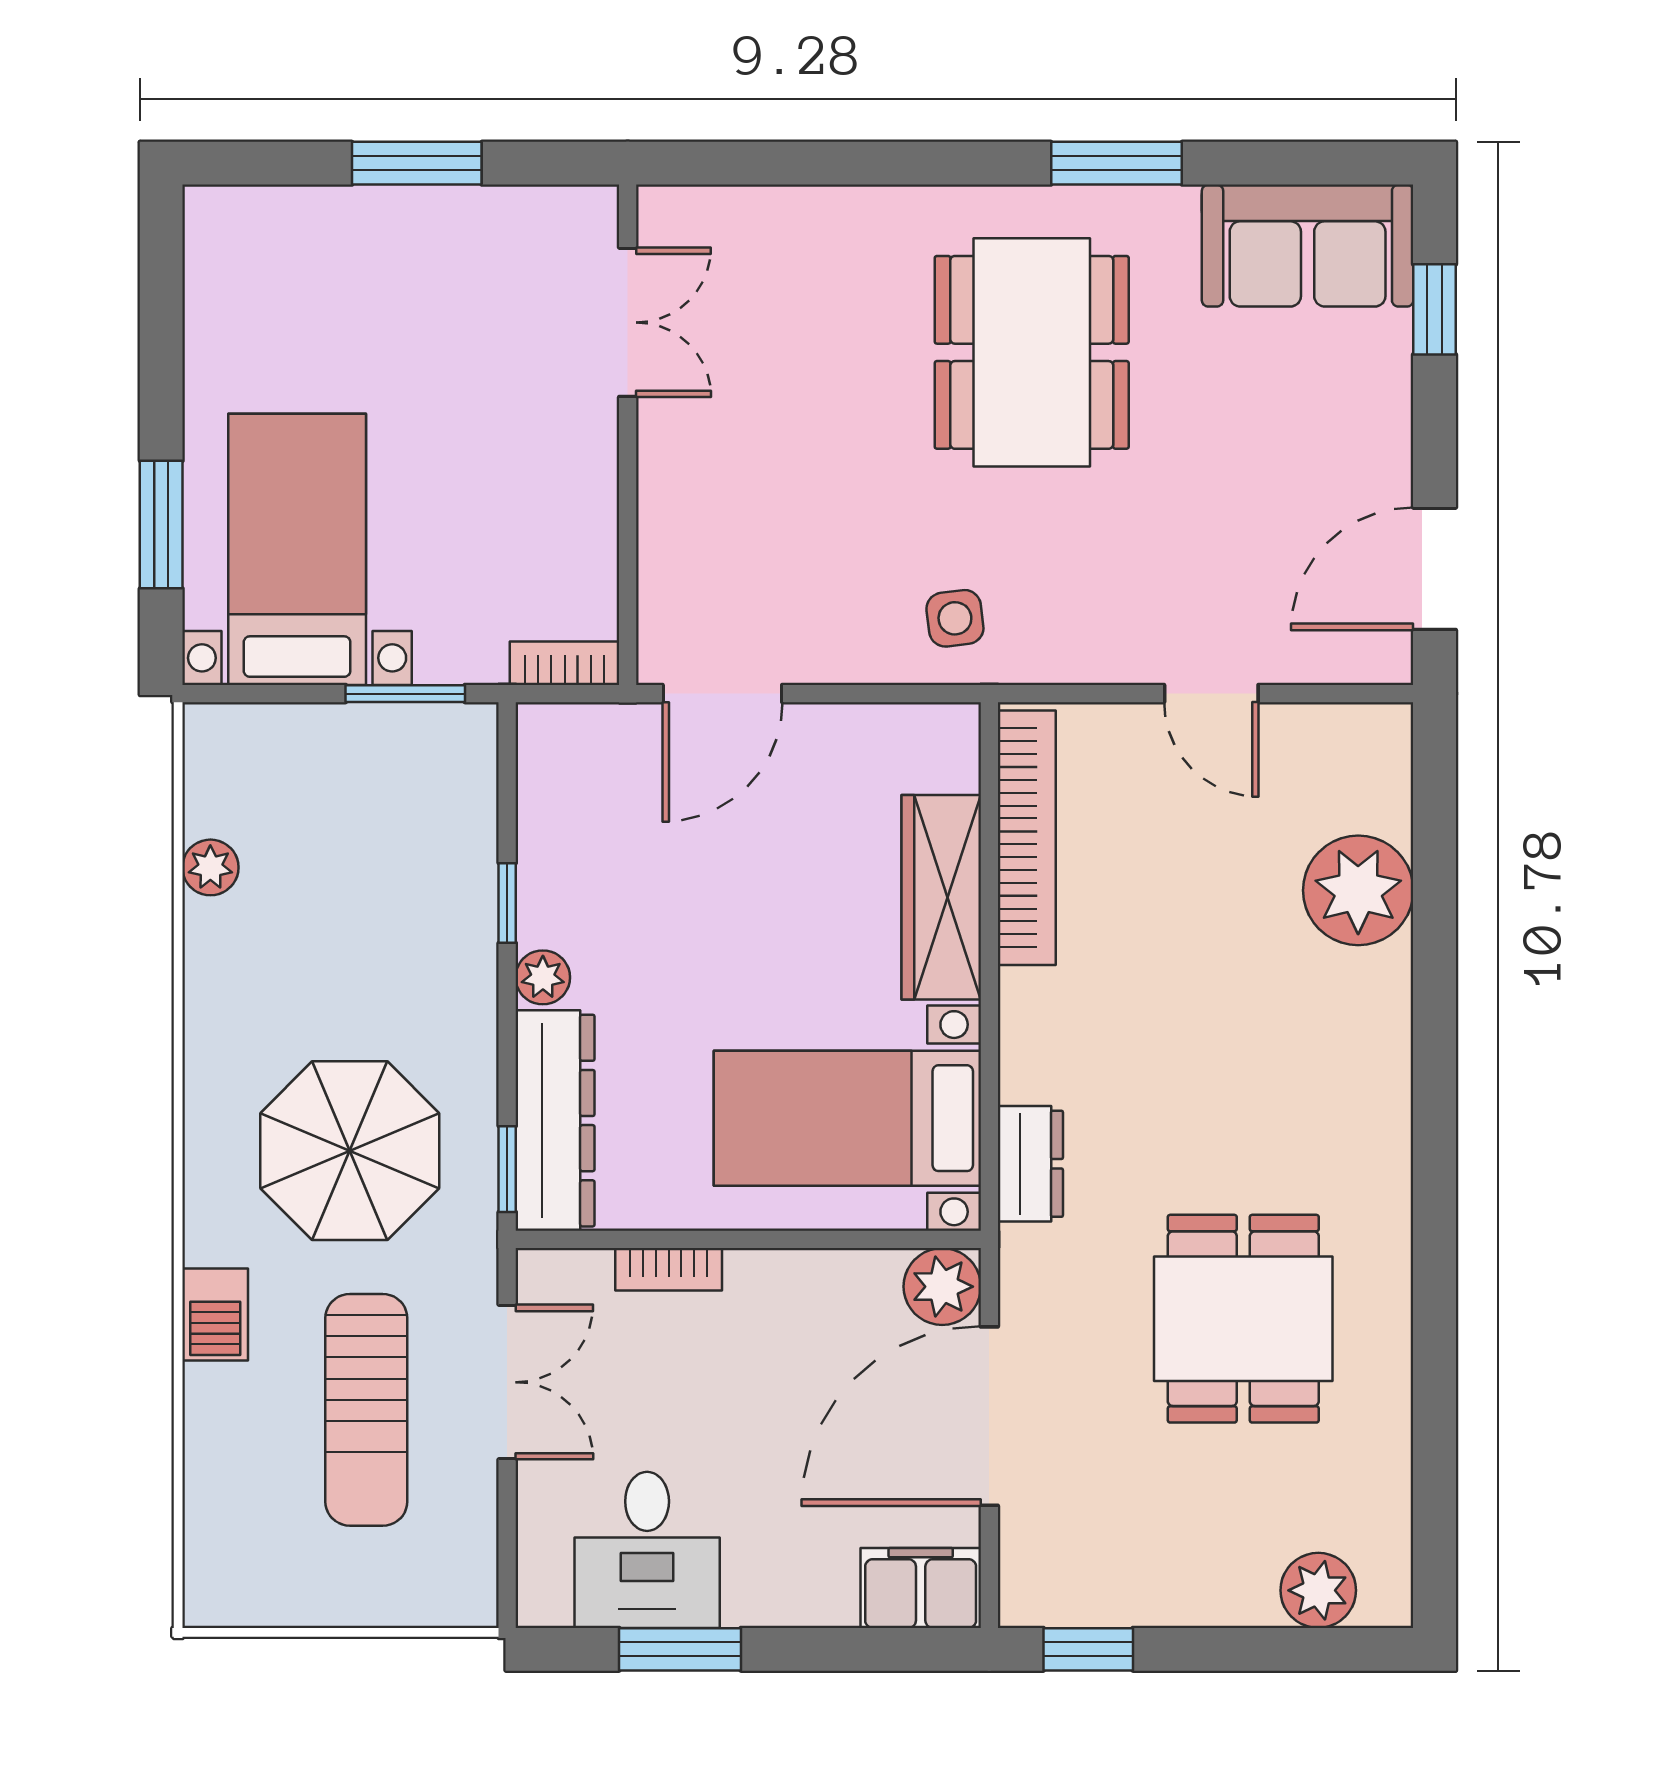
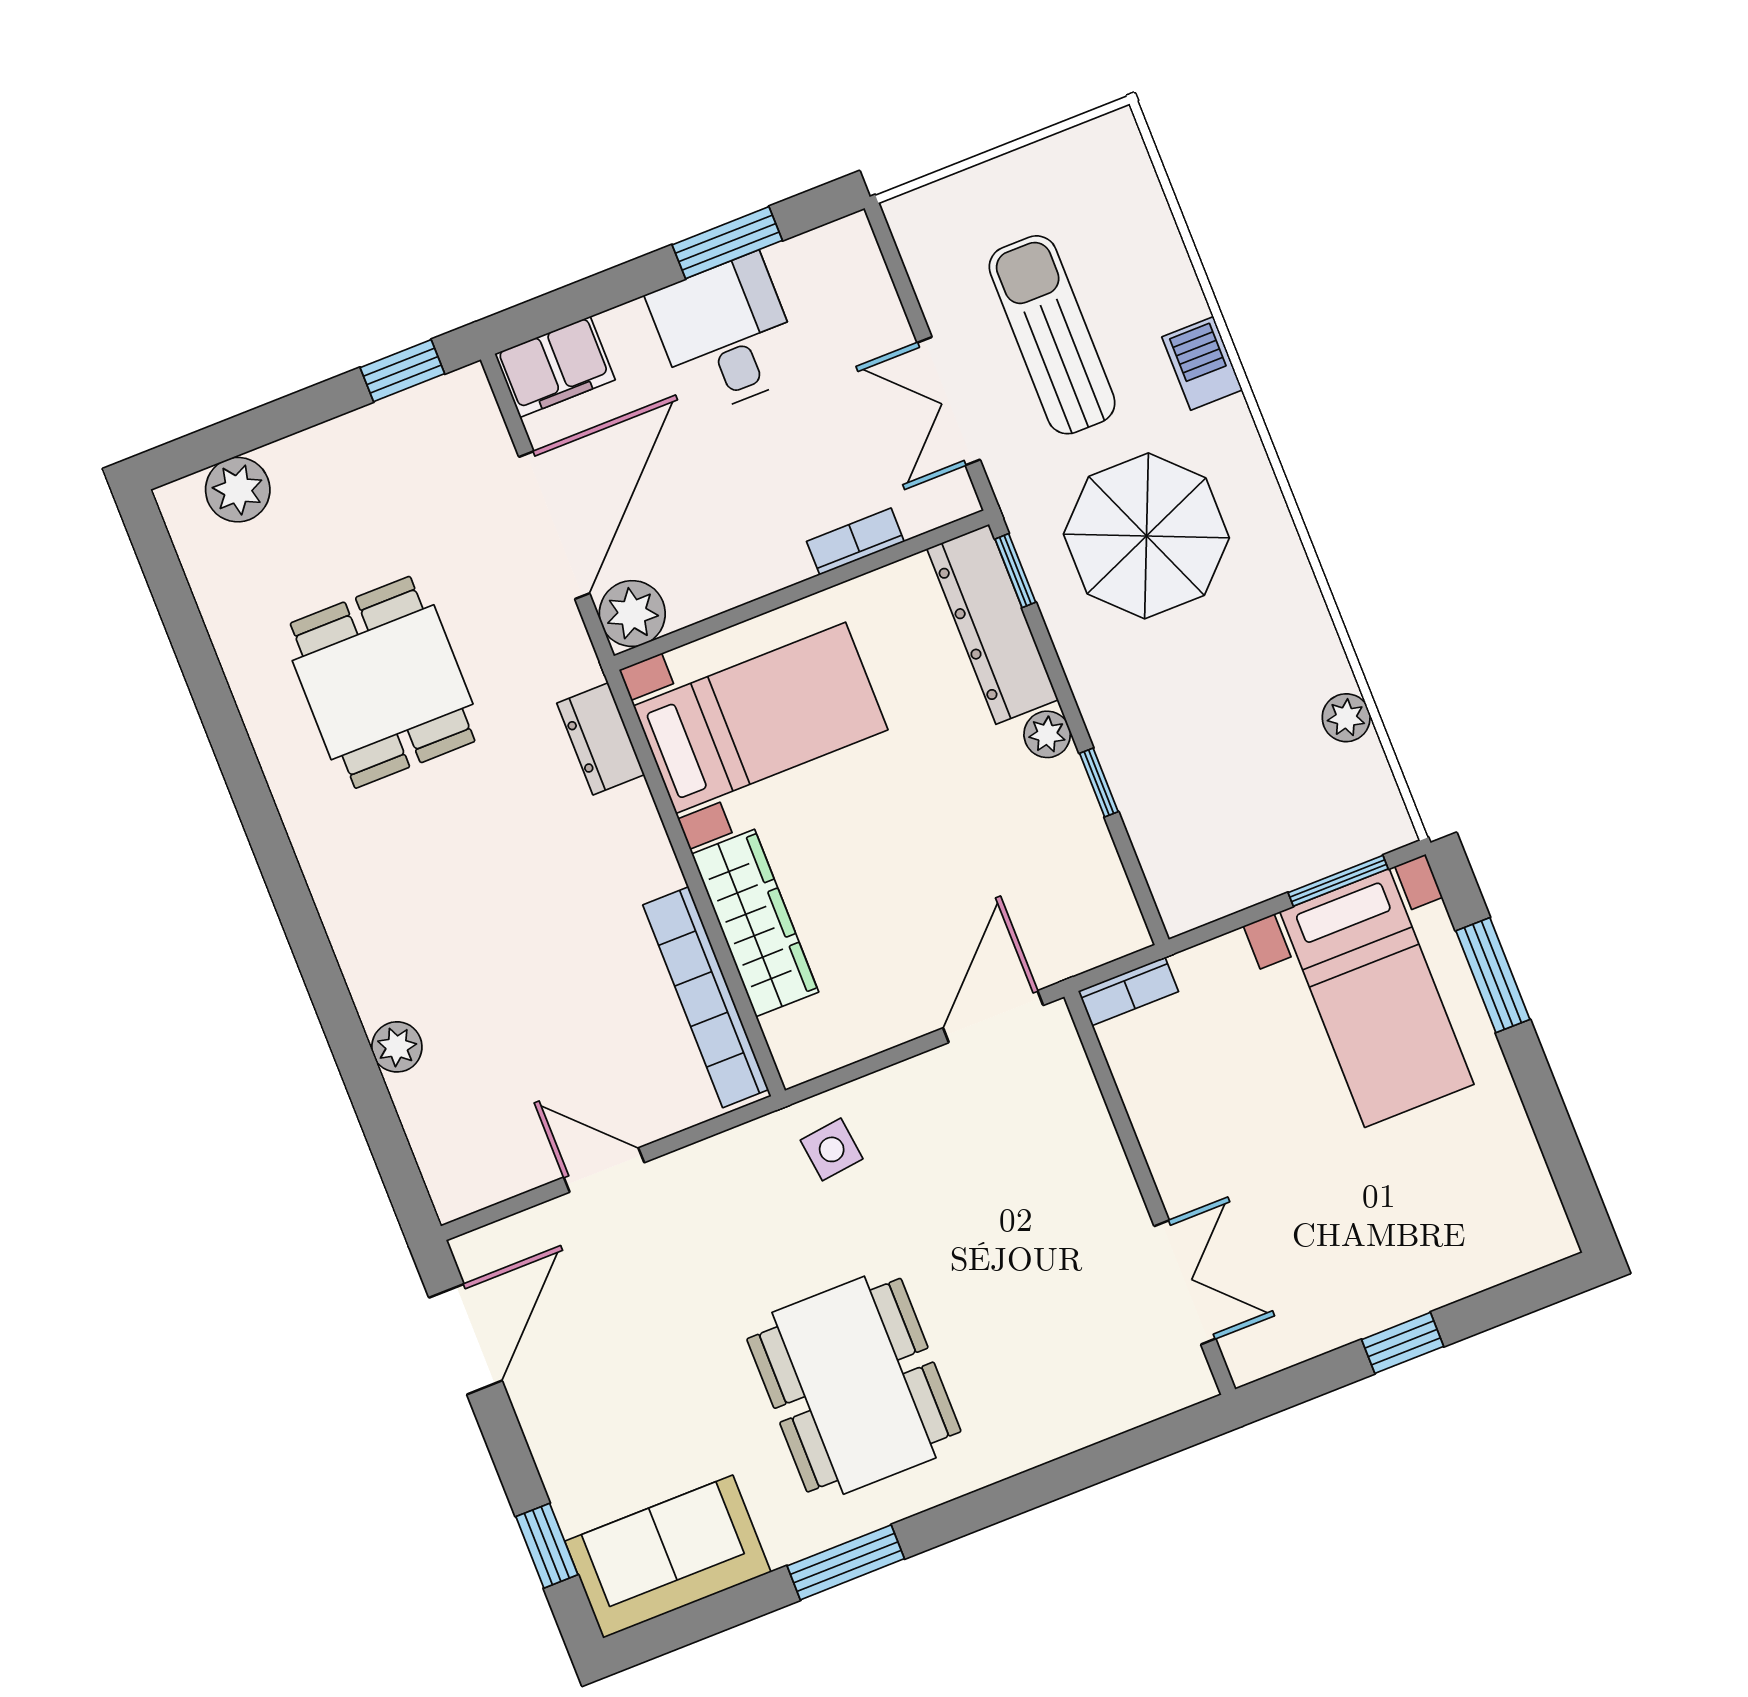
window: (417, 163) -> (1403, 1343), width x0.67
double door: (628, 322) -> (1185, 1282), swing flipped
window: (405, 694) -> (1338, 881), moved
plant: (1358, 890) -> (397, 1047), width x0.53, depth x0.53
desk: (647, 1550) -> (726, 335), moved

